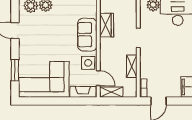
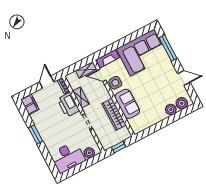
wardrobe: (107, 25) -> (114, 114), width x1.50
printer: (149, 66) -> (68, 105), added
window: (15, 70) -> (168, 48), width x1.44

